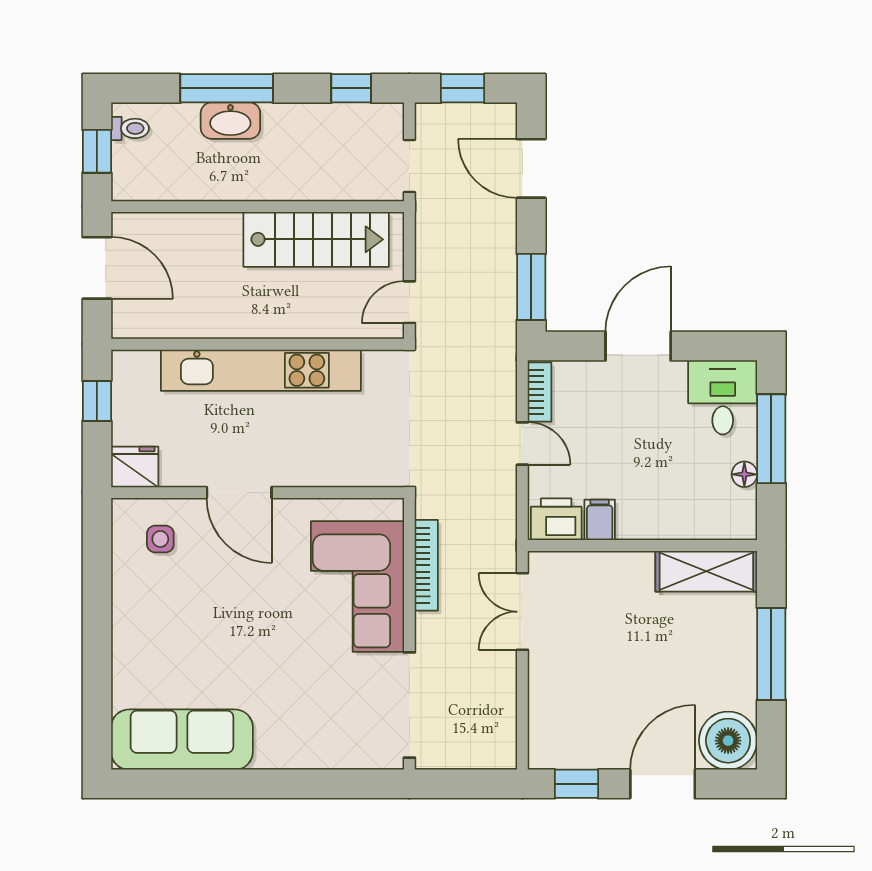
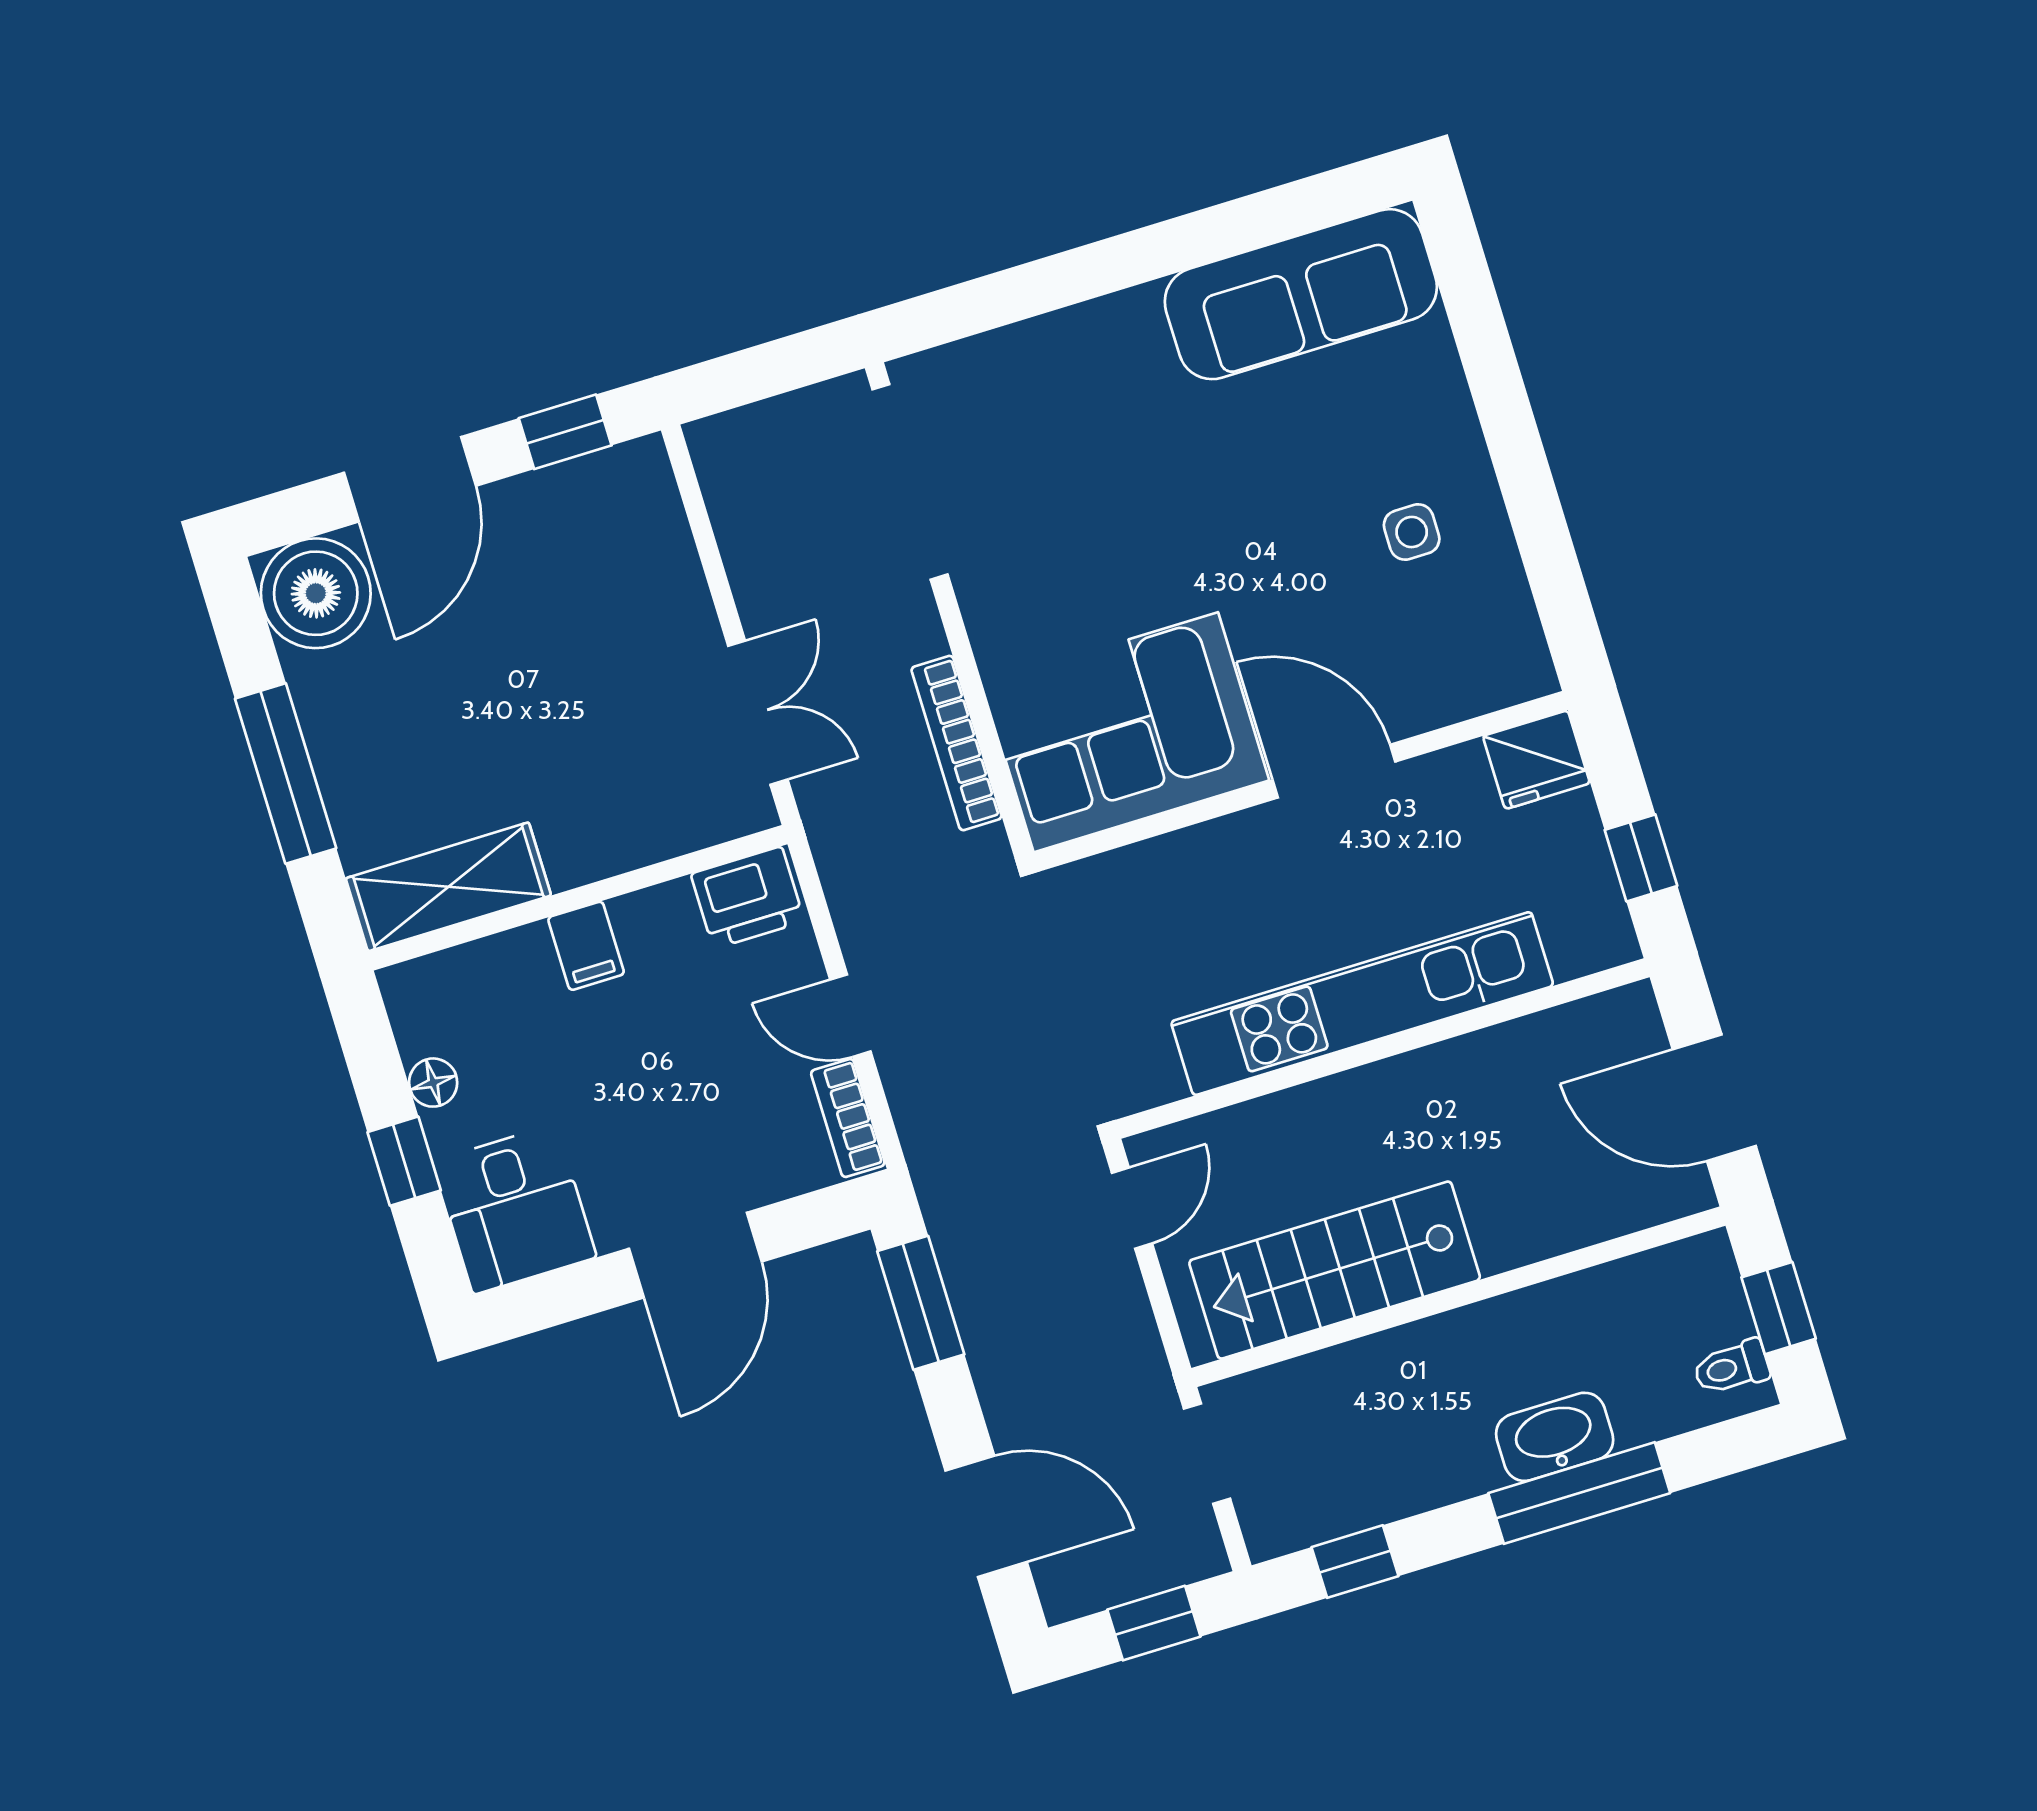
window: (771, 439) -> (404, 1161), width x0.46
filing cabinet: (600, 520) -> (586, 946), moved
side table: (160, 539) -> (1412, 532), moved
corner sofa: (357, 587) -> (1126, 732), moved, turned -90

